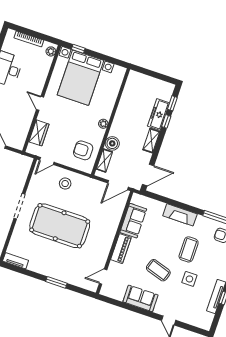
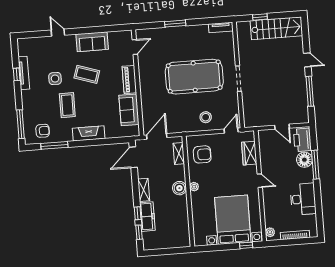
boiler: (112, 143) -> (179, 188), moved

